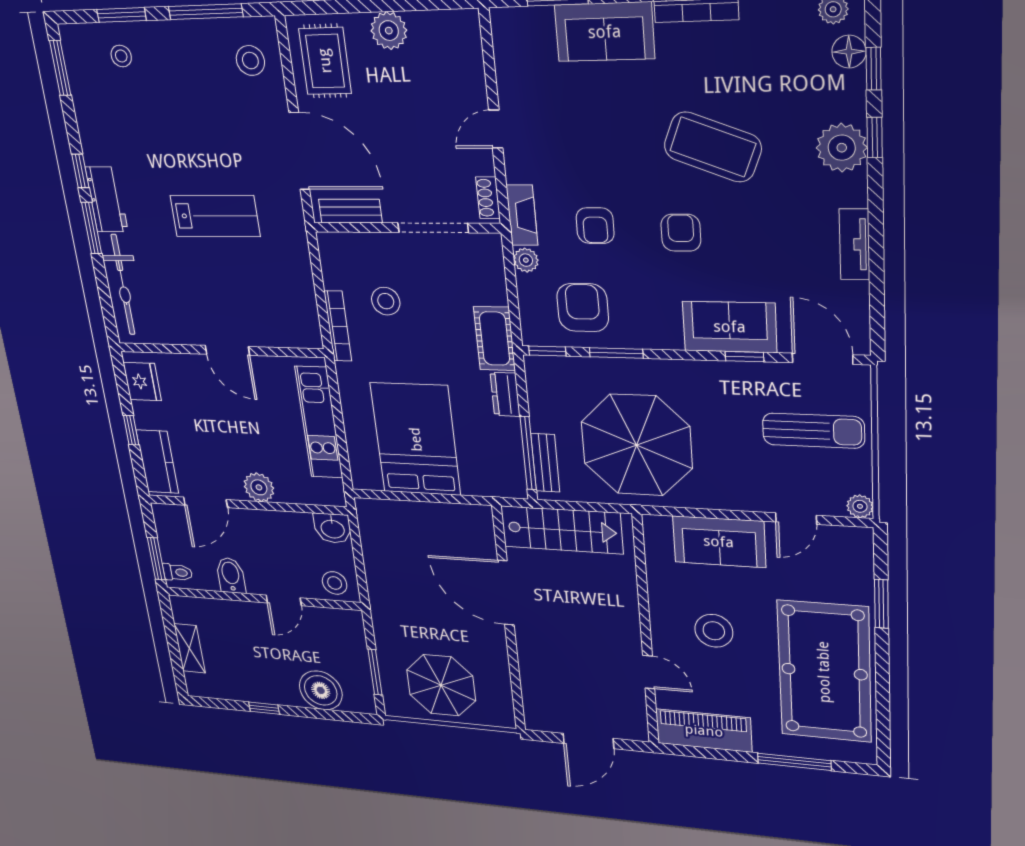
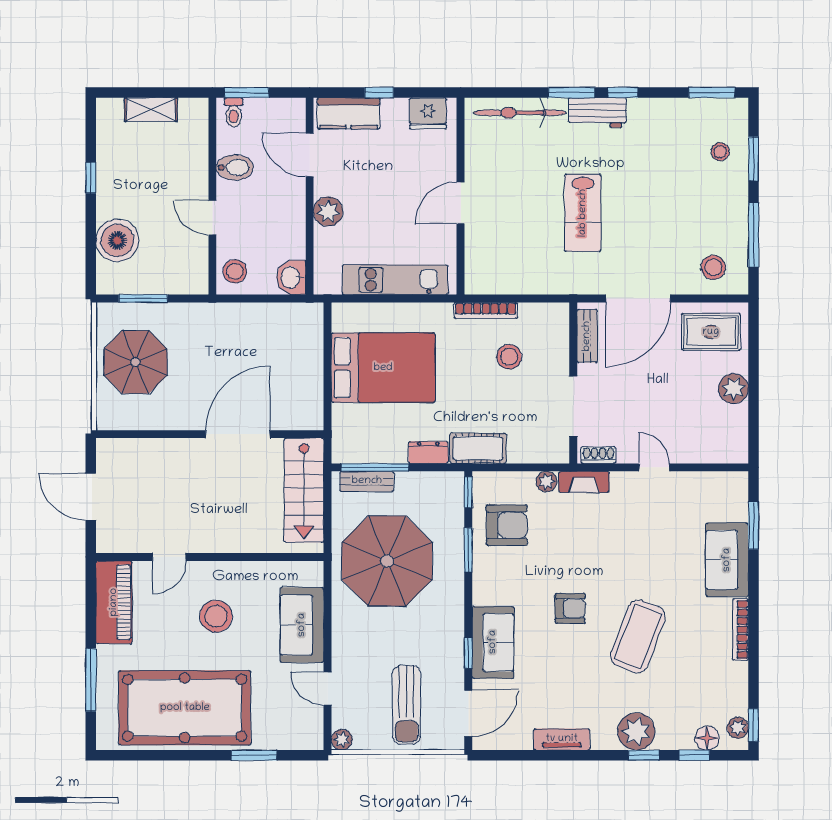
armchair: (595, 226) -> (576, 541), removed

